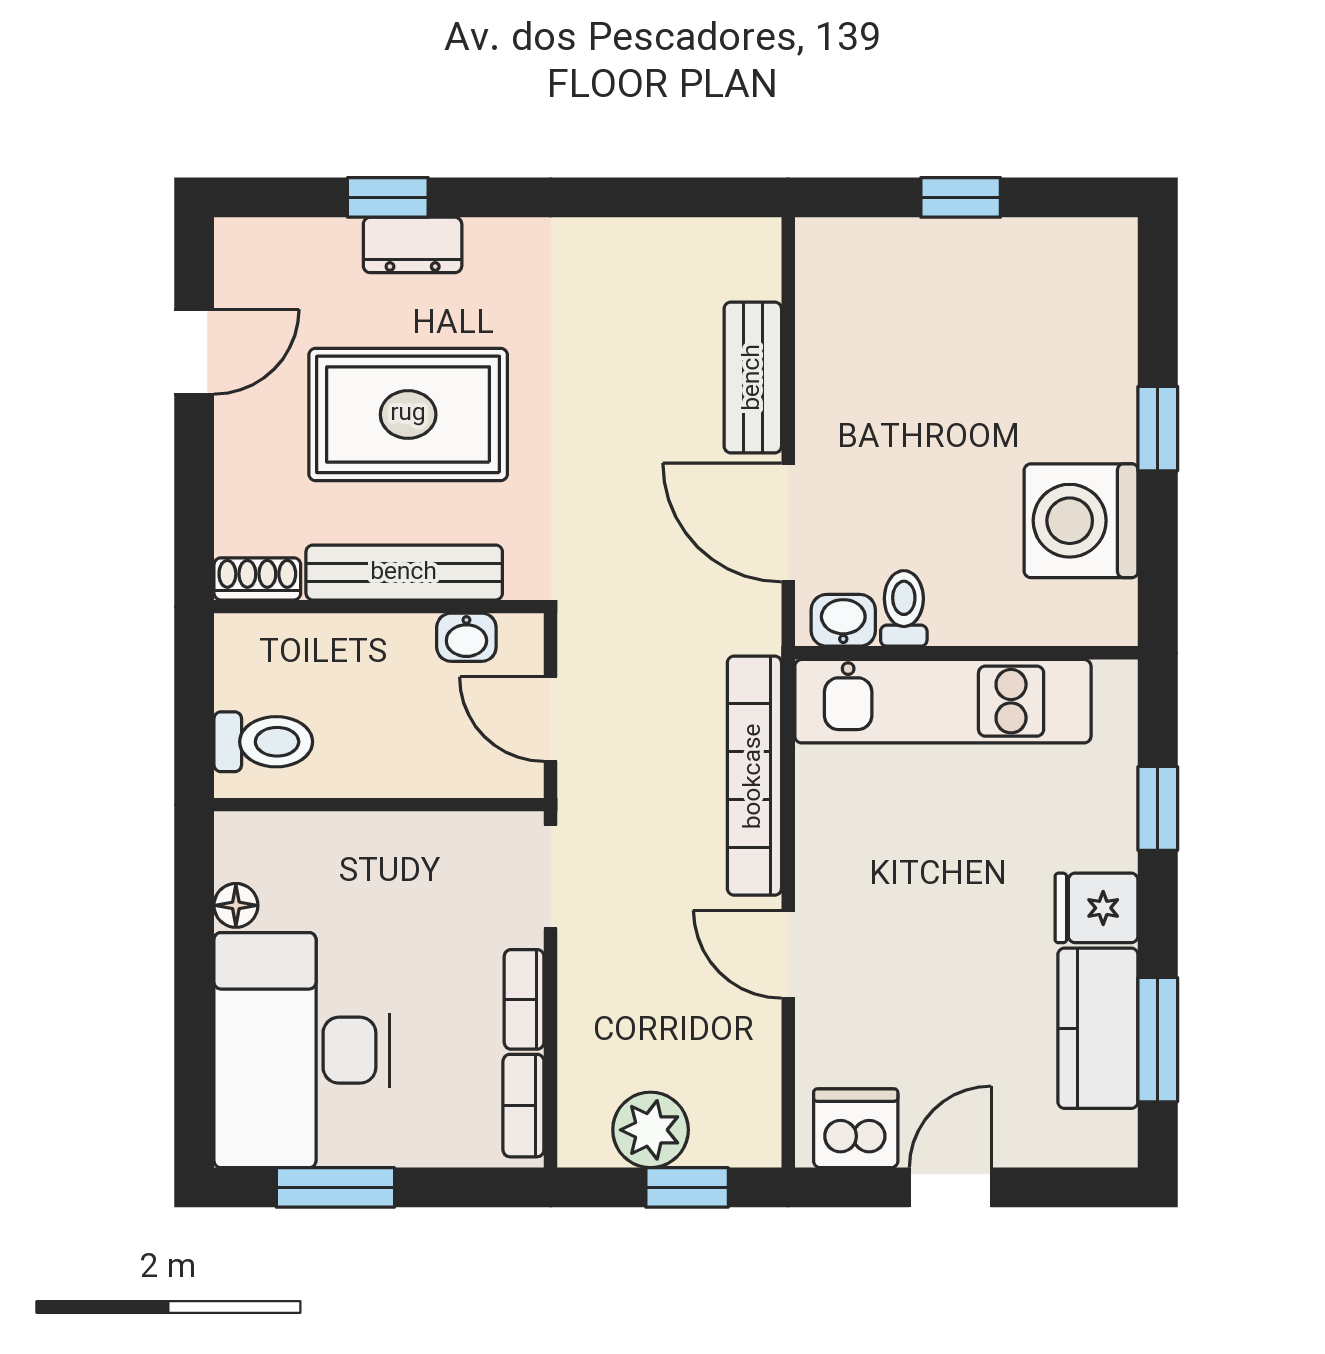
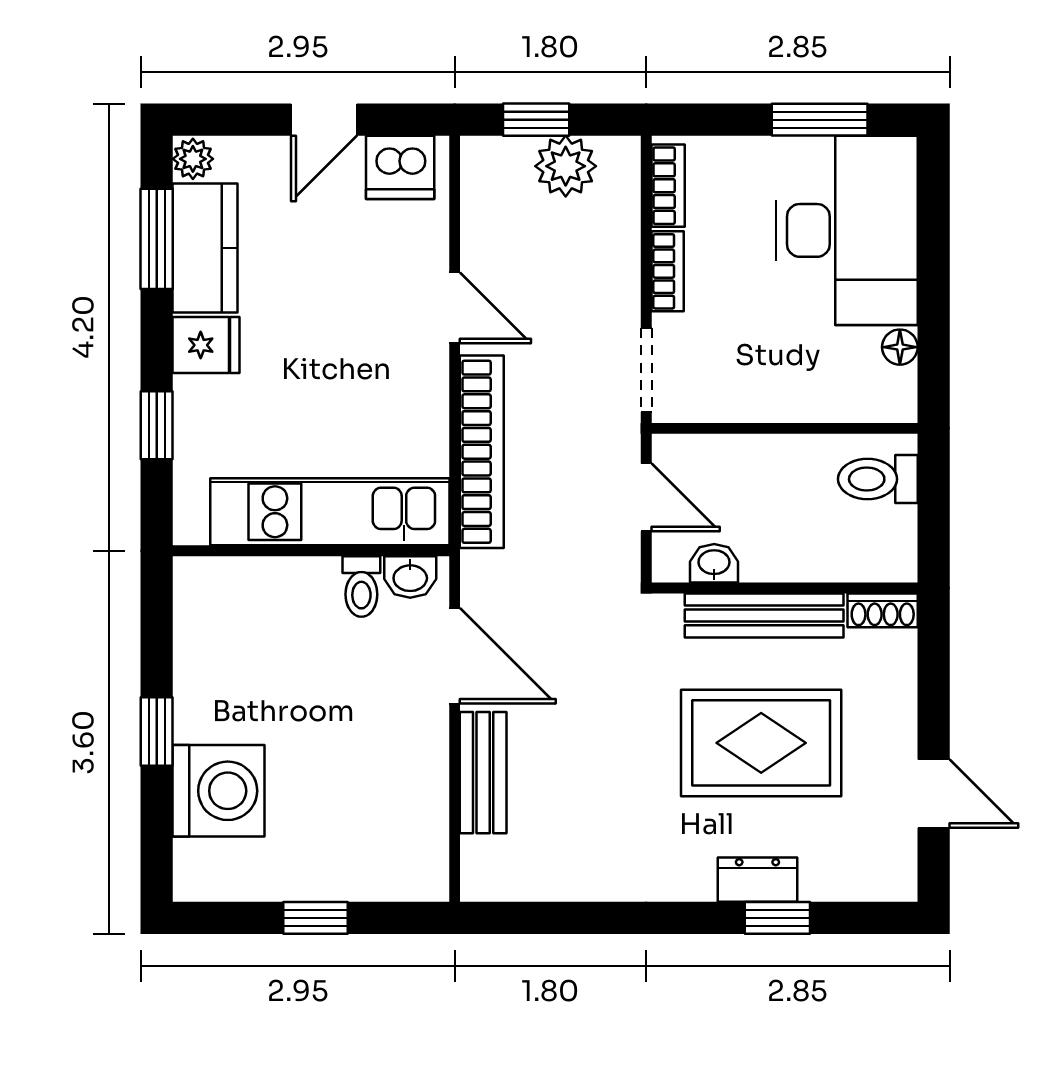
door: (194, 352) -> (934, 794), swing flipped
washing machine: (1081, 521) -> (219, 791), moved
plant: (1113, 1139) -> (193, 159), added

